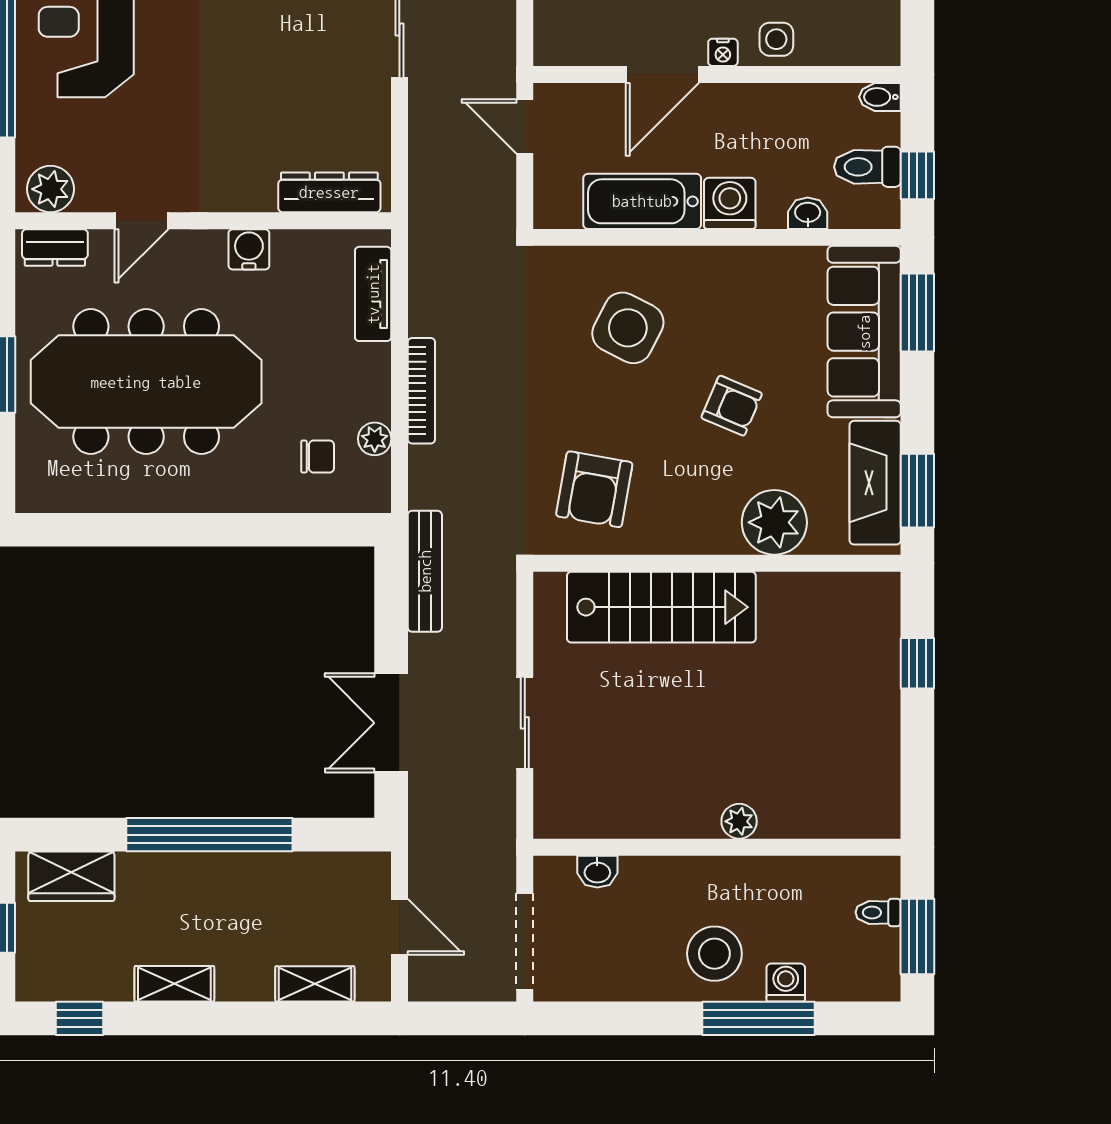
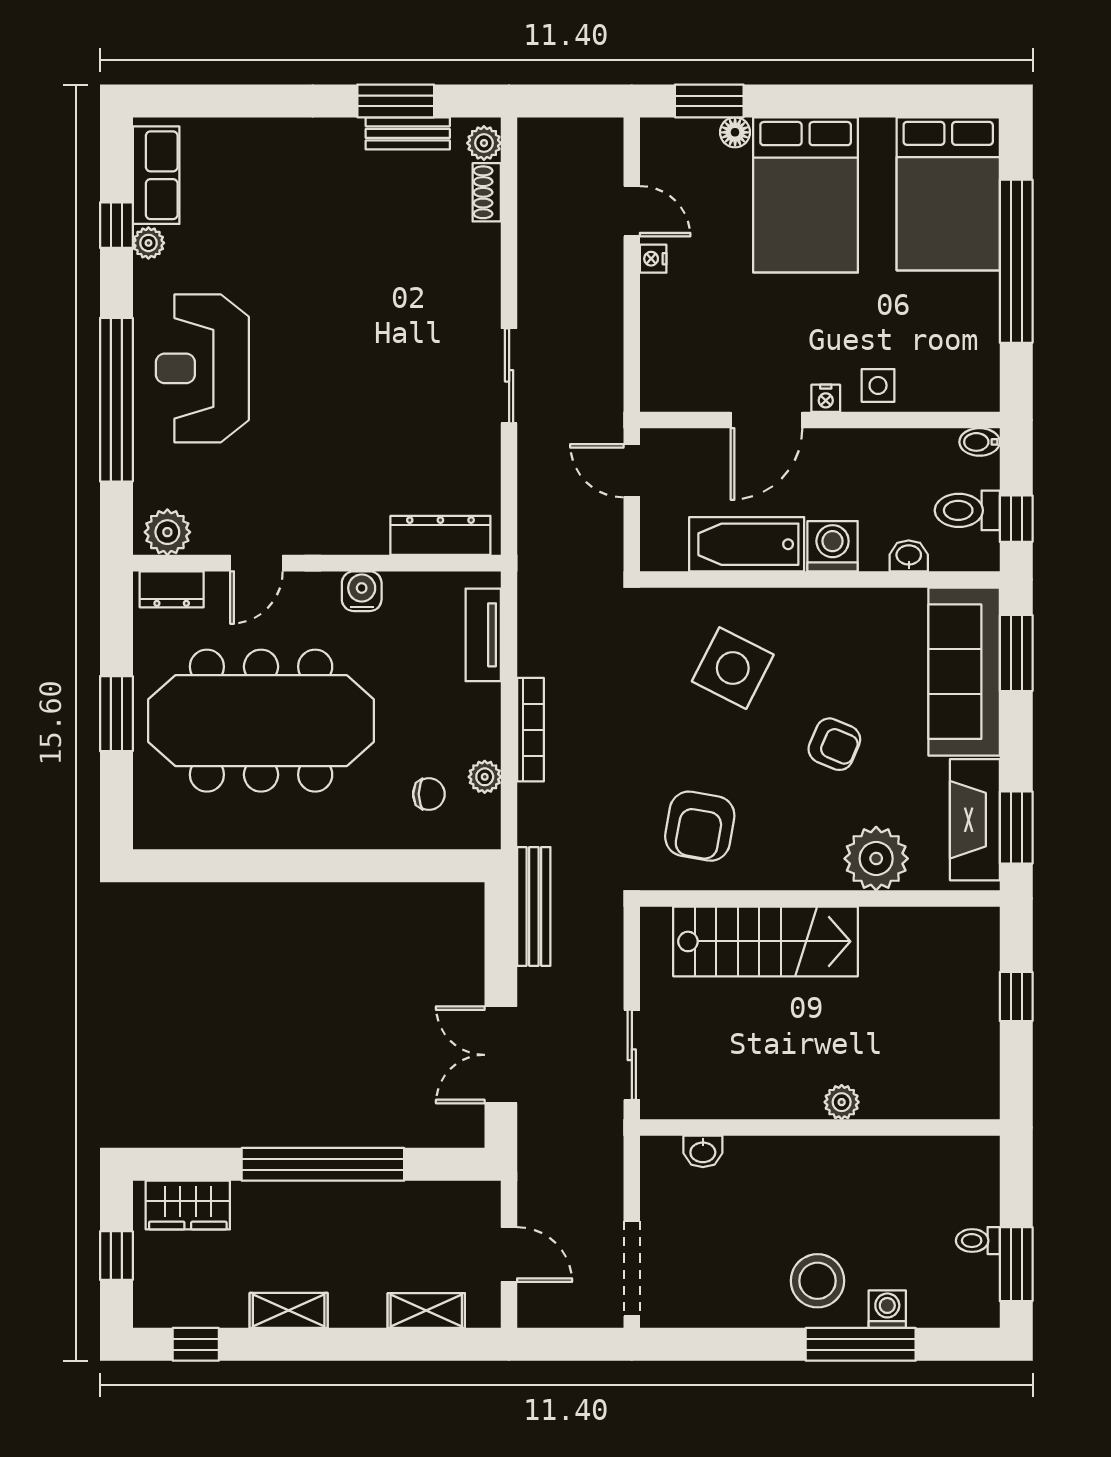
plant: (739, 821) -> (842, 1102), moved
wall: (717, 847) -> (820, 1128), moved
washbasin: (597, 872) -> (703, 1151), moved

